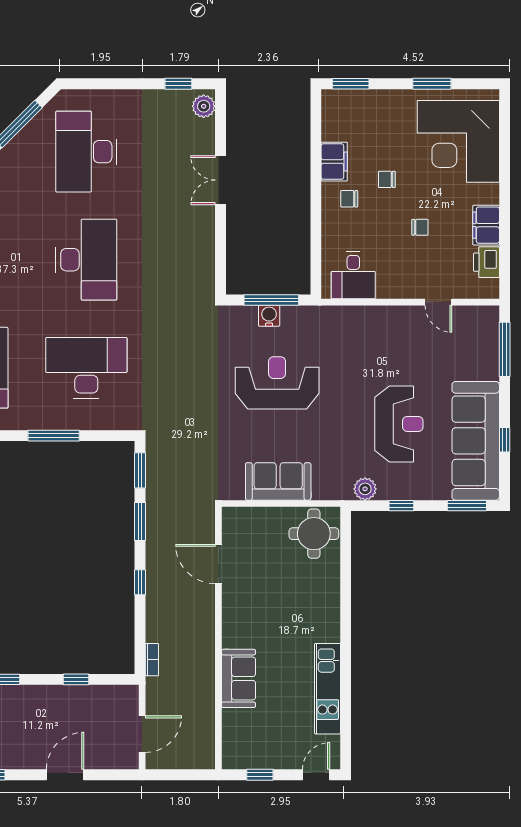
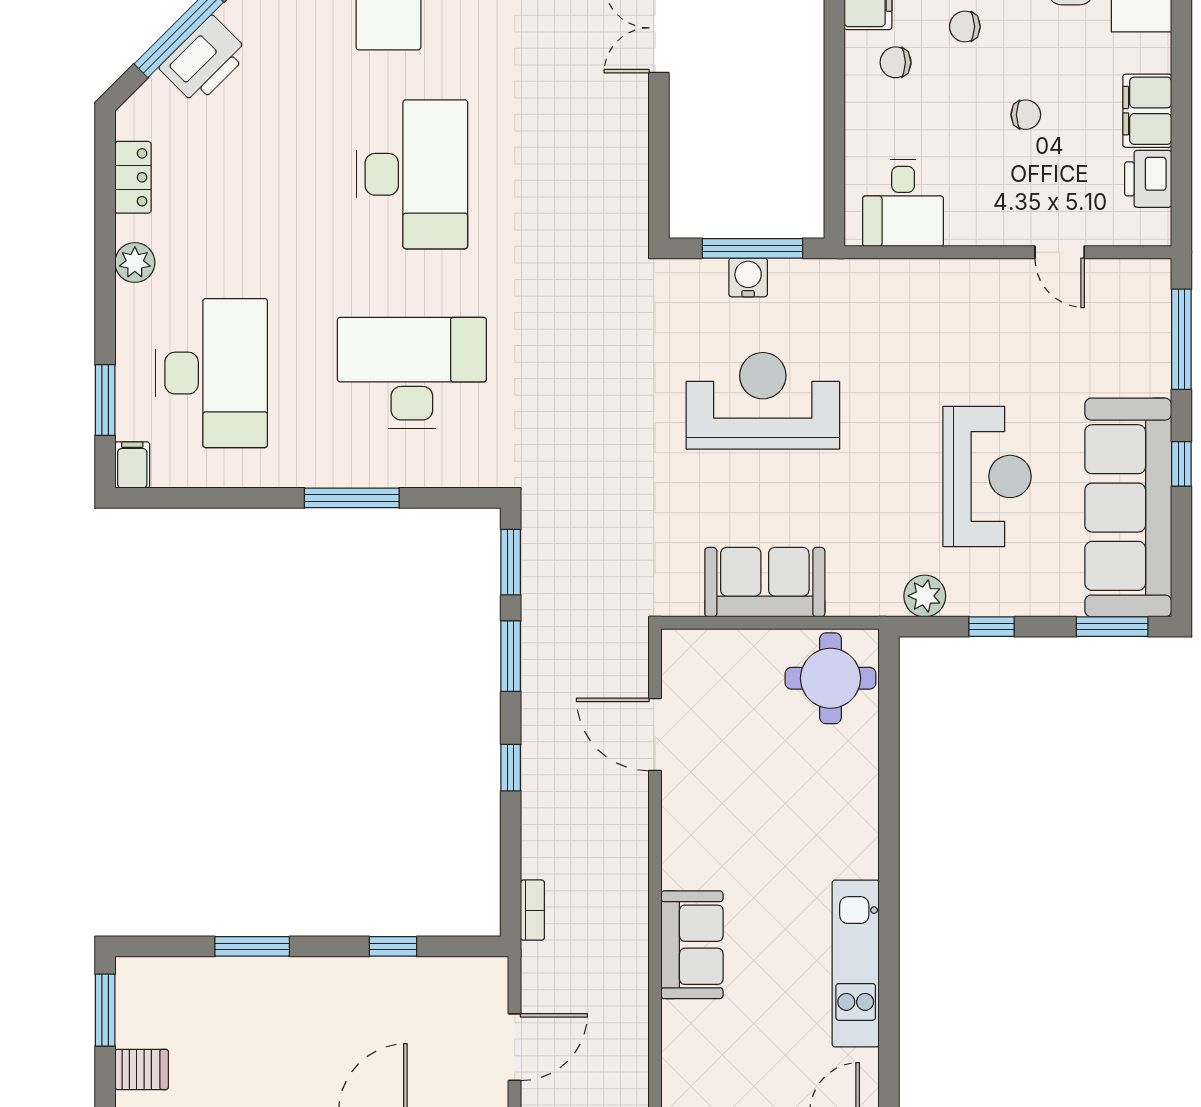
window: (505, 440) -> (1181, 464), moved

